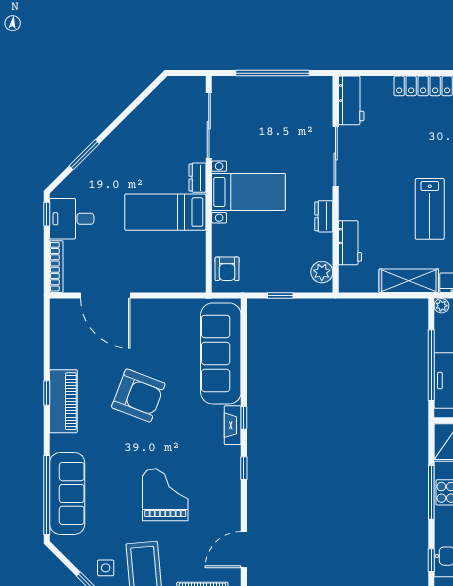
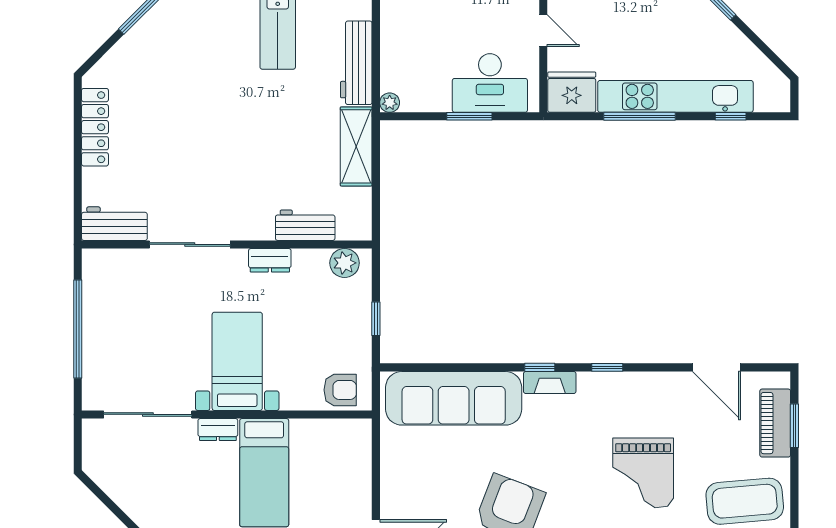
lab bench: (430, 209) -> (260, 118), removed
window: (431, 365) -> (469, 116), width x0.47
grand piano: (165, 495) -> (643, 473), turned -90

